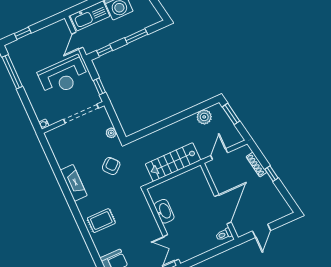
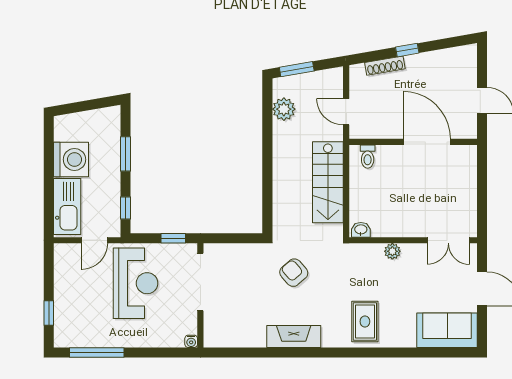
door: (77, 41) -> (94, 240), hinge flipped
plant: (111, 133) -> (392, 251), moved
washbasin: (164, 211) -> (361, 230), moved, width x0.52, depth x0.69
toilet: (224, 234) -> (368, 157), moved

